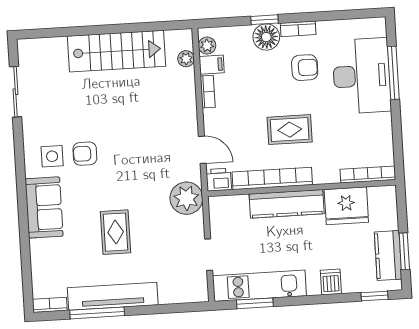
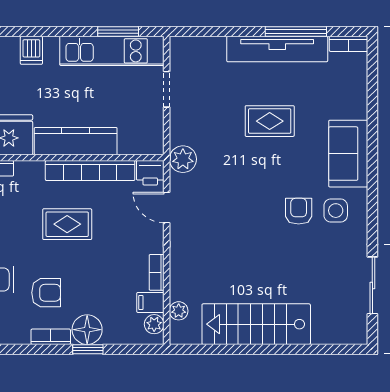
armchair: (305, 68) -> (46, 293), turned 180
armchair: (85, 154) -> (299, 211), turned -90
plant: (186, 198) -> (183, 159), width x0.73, depth x0.73
rug: (116, 232) -> (270, 121), turned 90

